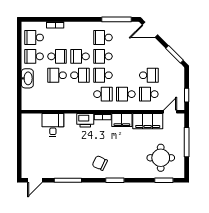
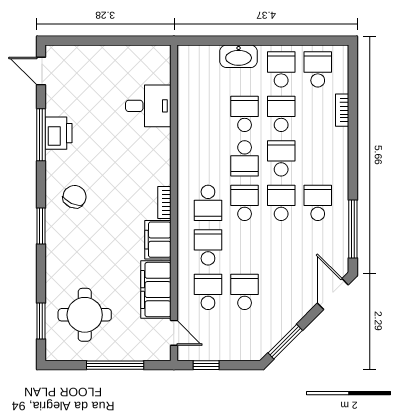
school desk: (57, 56) -> (281, 114), turned 180
school desk: (149, 75) -> (245, 292), turned 180
printer: (85, 120) -> (59, 133), moved, turned 180

